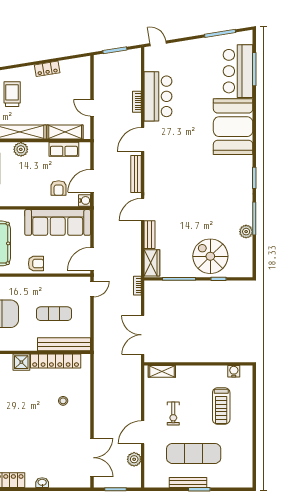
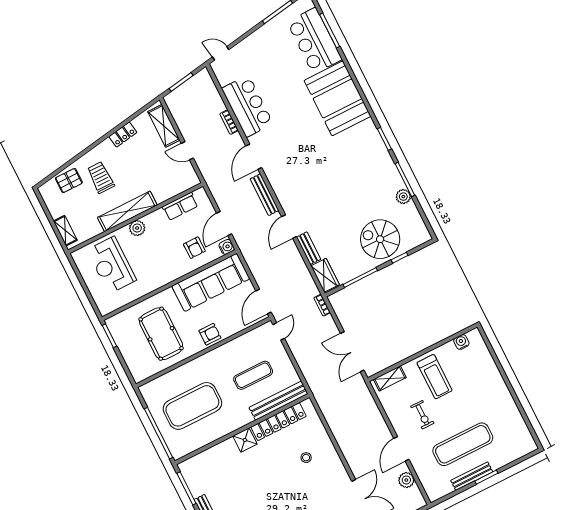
shelving: (65, 132) -> (164, 126), moved, turned 90
treadmill: (221, 406) -> (435, 377), moved

